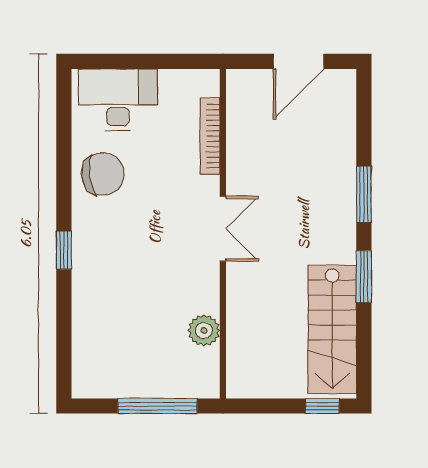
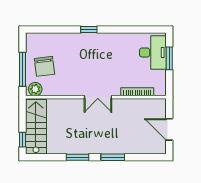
window: (132, 61) -> (169, 58), added
chair: (103, 174) -> (44, 66), moved
stairs: (332, 329) -> (36, 127), moved, turned 90
plant: (204, 330) -> (35, 89), moved

